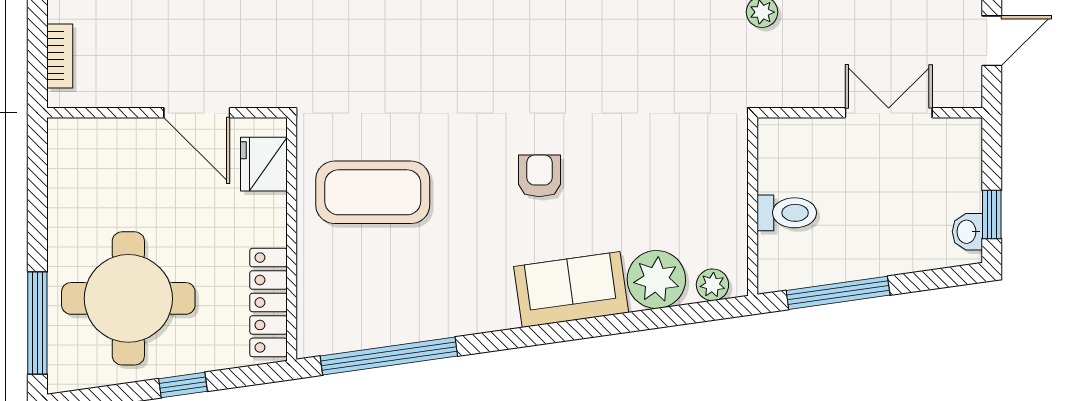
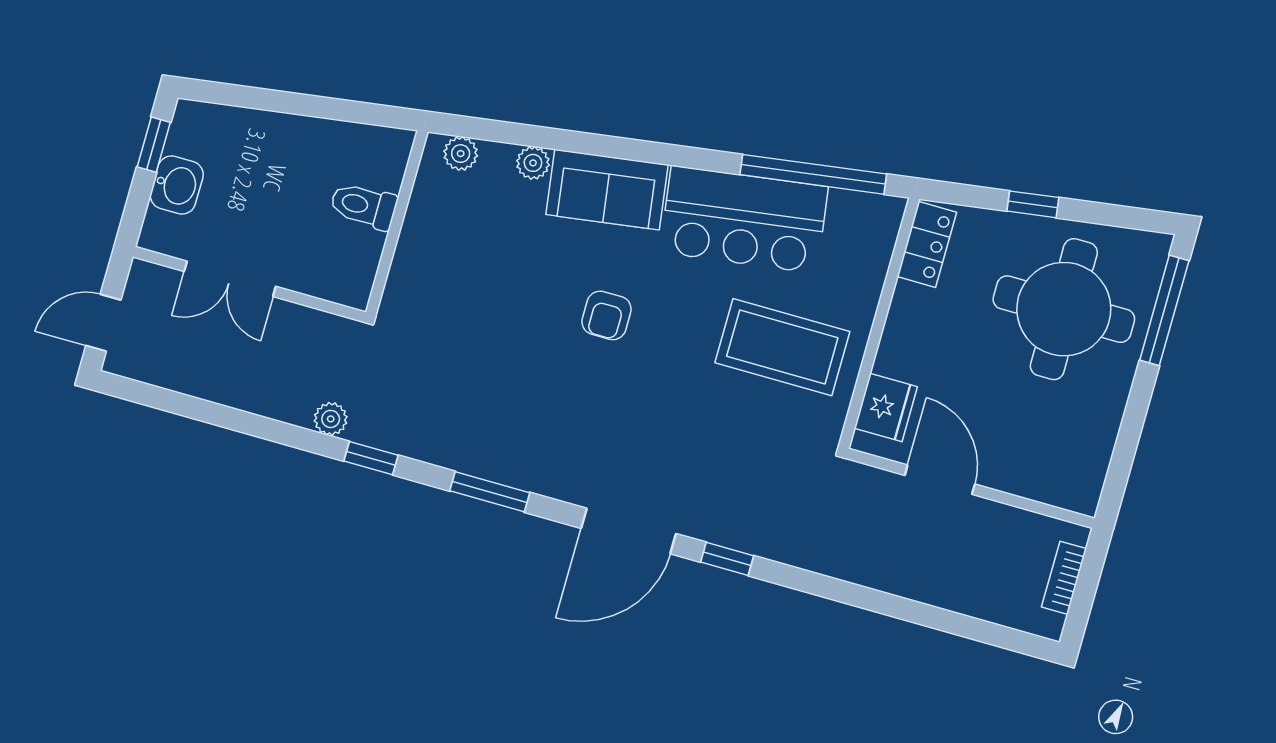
washbasin: (967, 232) -> (177, 185), moved, width x1.38, depth x1.45
plant: (656, 279) -> (533, 163), width x0.53, depth x0.53
window: (838, 293) -> (334, 109), removed
bar counter: (440, 298) -> (744, 219), added
locker: (268, 302) -> (927, 244), width x0.66

